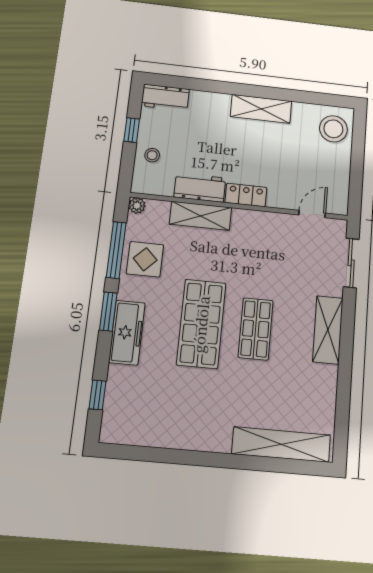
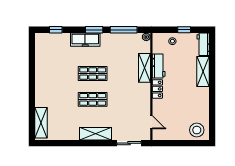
shelving: (261, 109) -> (203, 72), moved
display table: (145, 259) -> (121, 44), removed
shop shelf: (201, 324) -> (93, 74), width x0.70, depth x0.74
shelving: (281, 444) -> (41, 123), width x0.68

